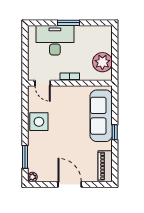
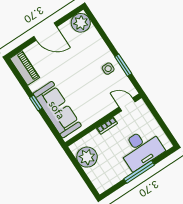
window: (68, 23) -> (139, 172), width x1.44
side table: (39, 122) -> (108, 69), width x0.54, depth x0.54
window: (25, 157) -> (123, 65), moved
plant: (32, 177) -> (81, 23), width x1.87, depth x1.87

